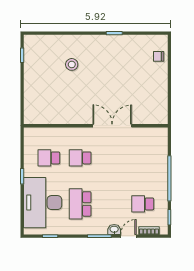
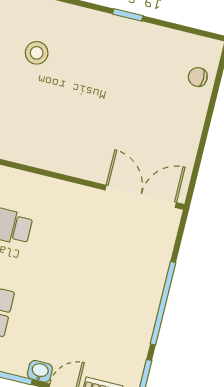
double door: (112, 126) -> (141, 196), moved
school desk: (143, 204) -> (103, 338), removed

